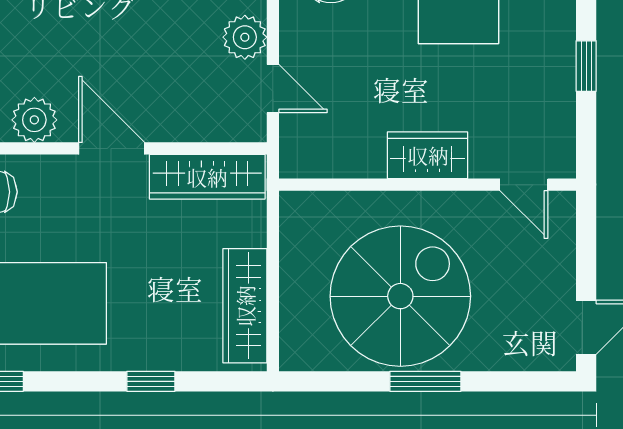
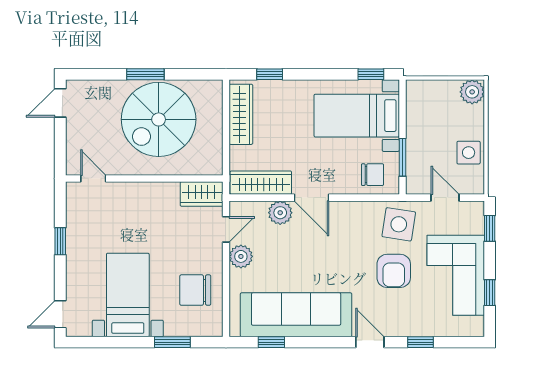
door: (273, 89) -> (226, 229), swing flipped
plant: (34, 120) -> (280, 213), moved
wardrobe: (428, 155) -> (202, 194), moved
window: (151, 381) -> (270, 74), moved

